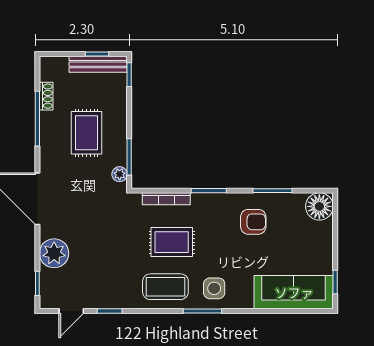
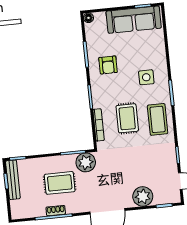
shoe rack: (46, 96) -> (56, 211), moved
plant: (120, 174) -> (86, 162), width x1.87, depth x1.87
floor lamp: (319, 206) -> (88, 18), width x0.53, depth x0.53
armchair: (253, 222) -> (108, 65), turned 180
side table: (214, 288) -> (146, 77), moved
sofa: (294, 292) -> (134, 20), moved, turned -90

